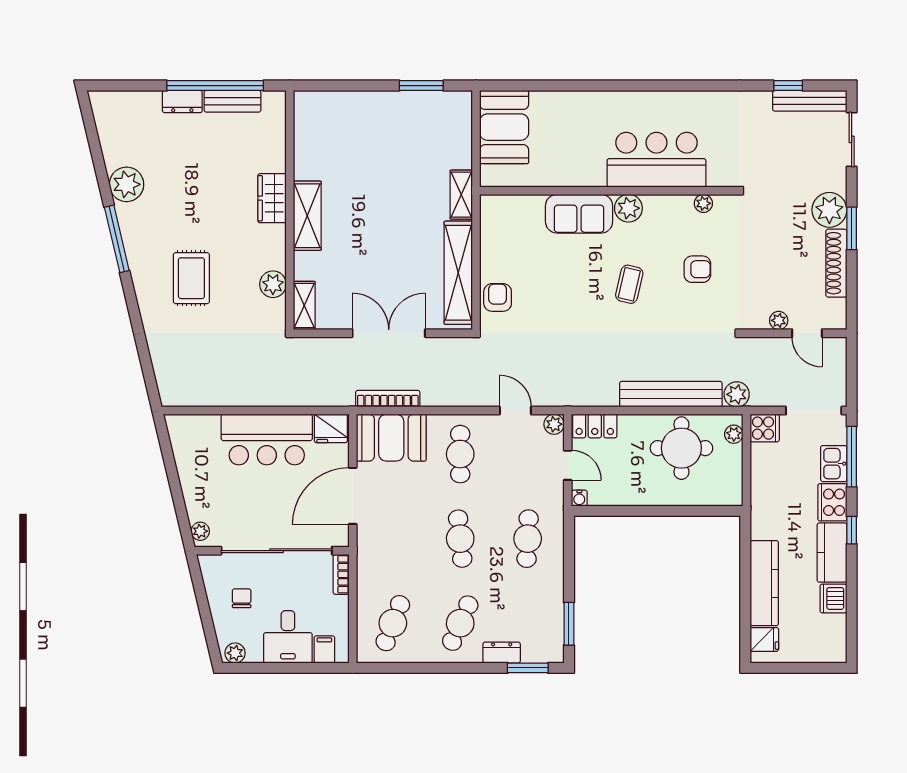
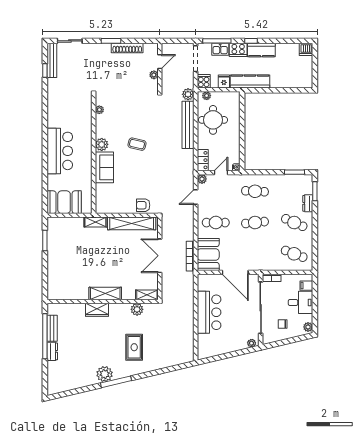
bar counter: (656, 160) -> (60, 151), moved, turned 180
plant: (127, 184) -> (105, 374), moved
plant: (829, 210) -> (102, 51), removed
armchair: (697, 269) -> (130, 113), removed
rug: (191, 278) -> (134, 347), turned 90
fridge: (331, 428) -> (204, 283), removed
kitchen counter: (764, 583) -> (250, 81), moved
dishwasher: (833, 598) -> (306, 49), moved
fridge: (764, 639) -> (224, 81), moved

